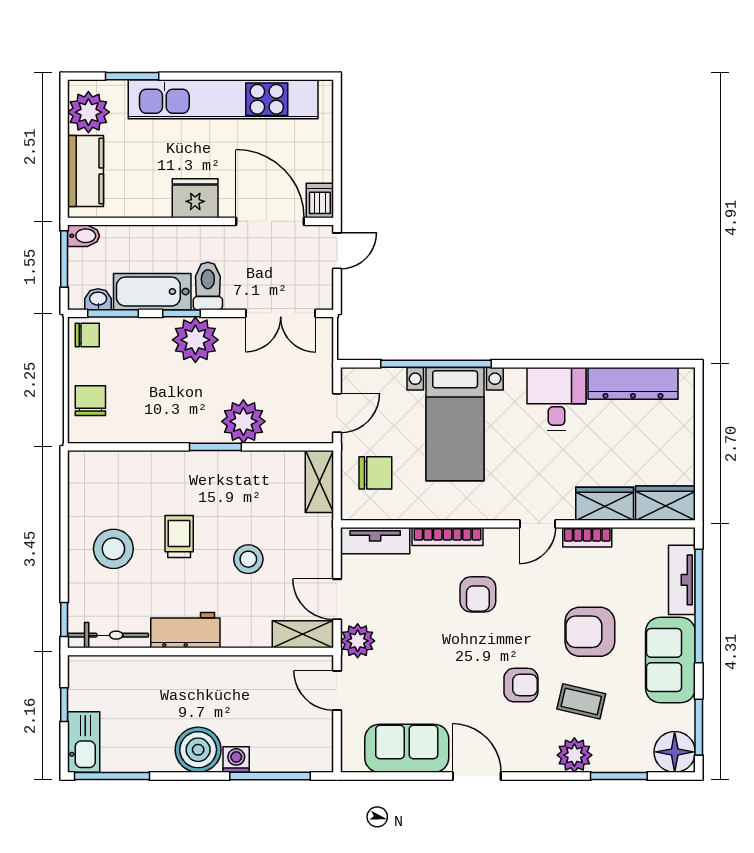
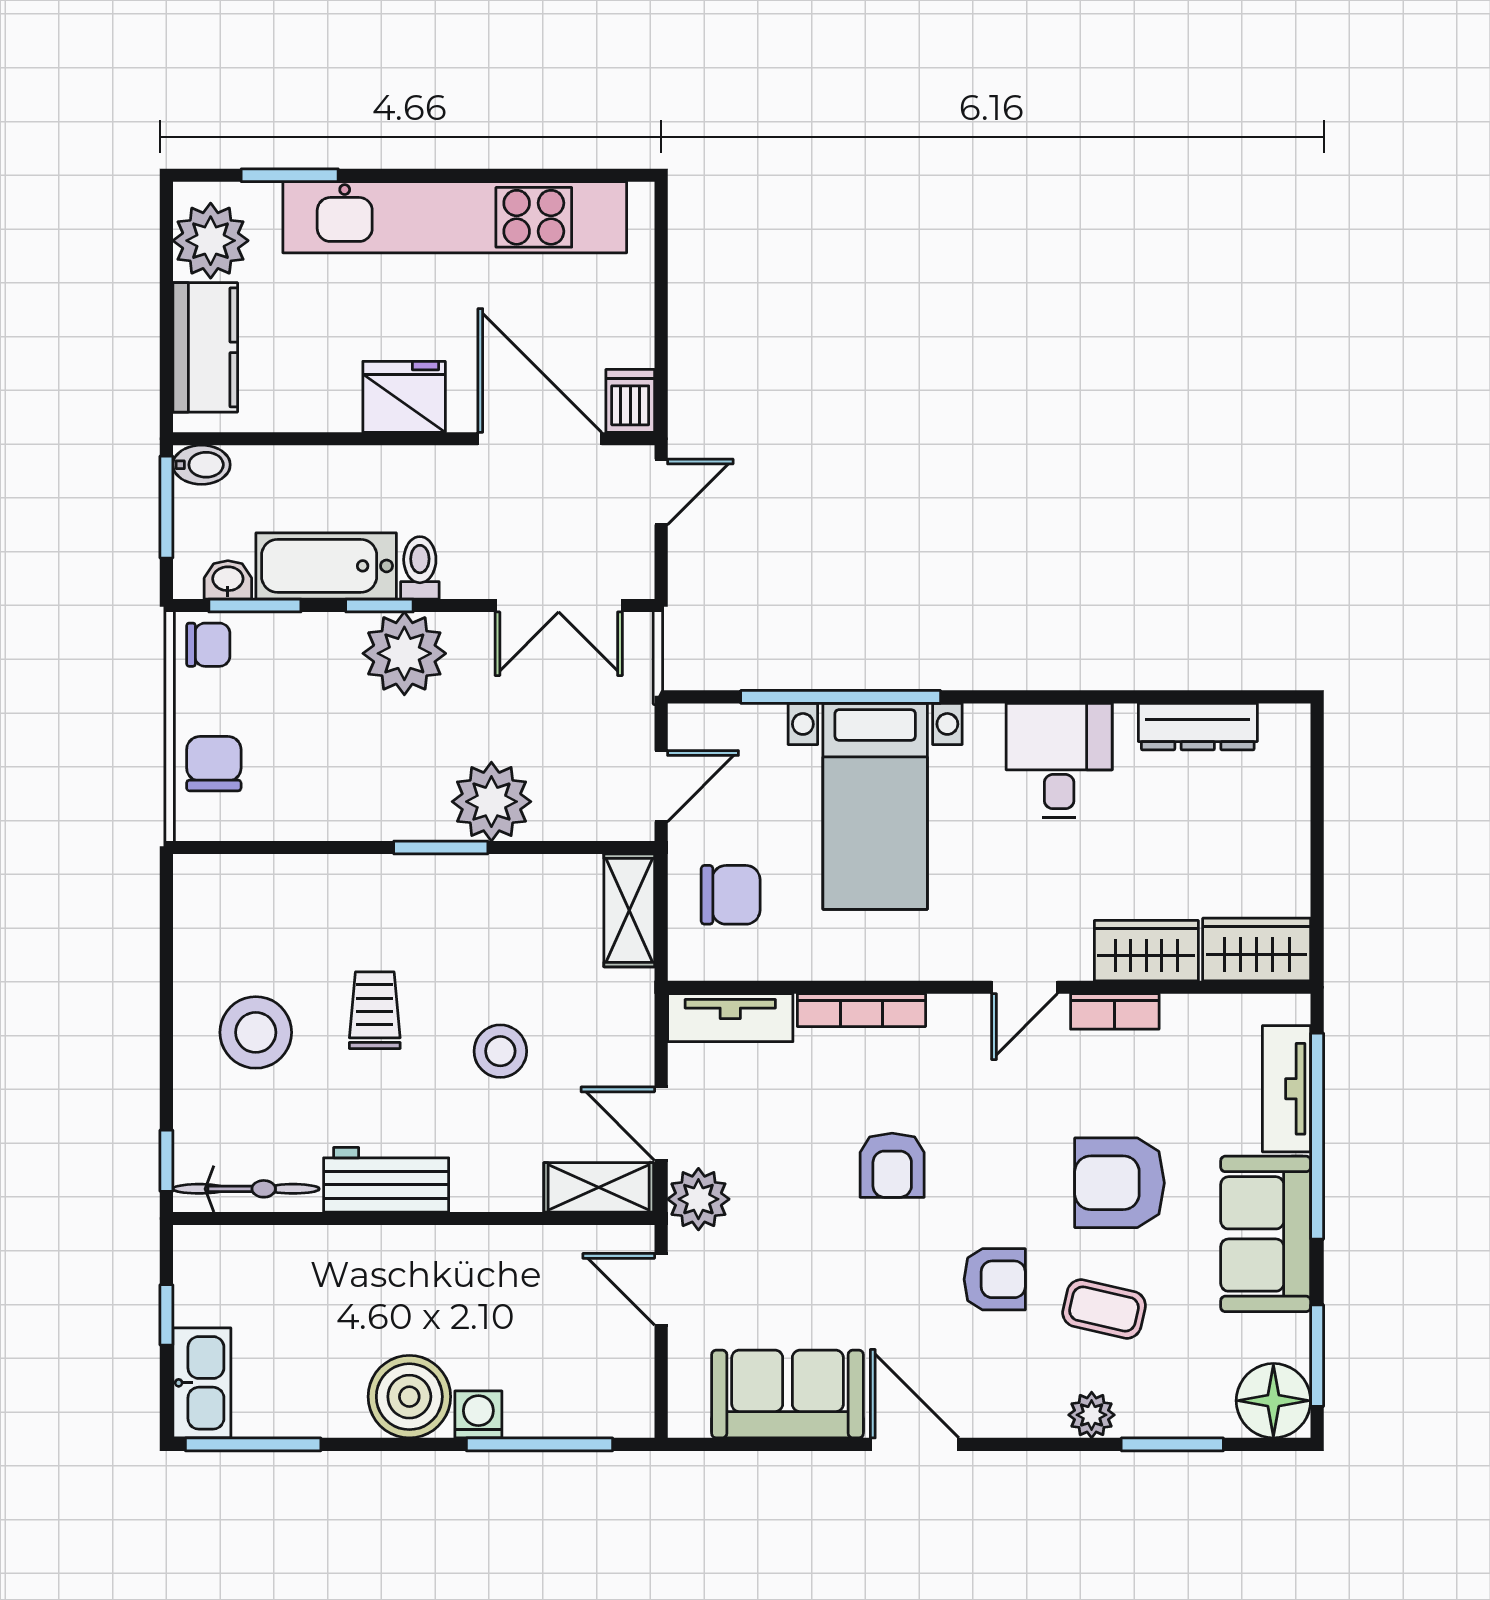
toilet: (208, 286) -> (420, 568), width x0.73, depth x0.72
dresser: (633, 383) -> (1198, 727), width x0.73, depth x0.80
armchair: (478, 594) -> (892, 1165), moved
plant: (574, 755) -> (1092, 1415), width x0.73, depth x0.73

